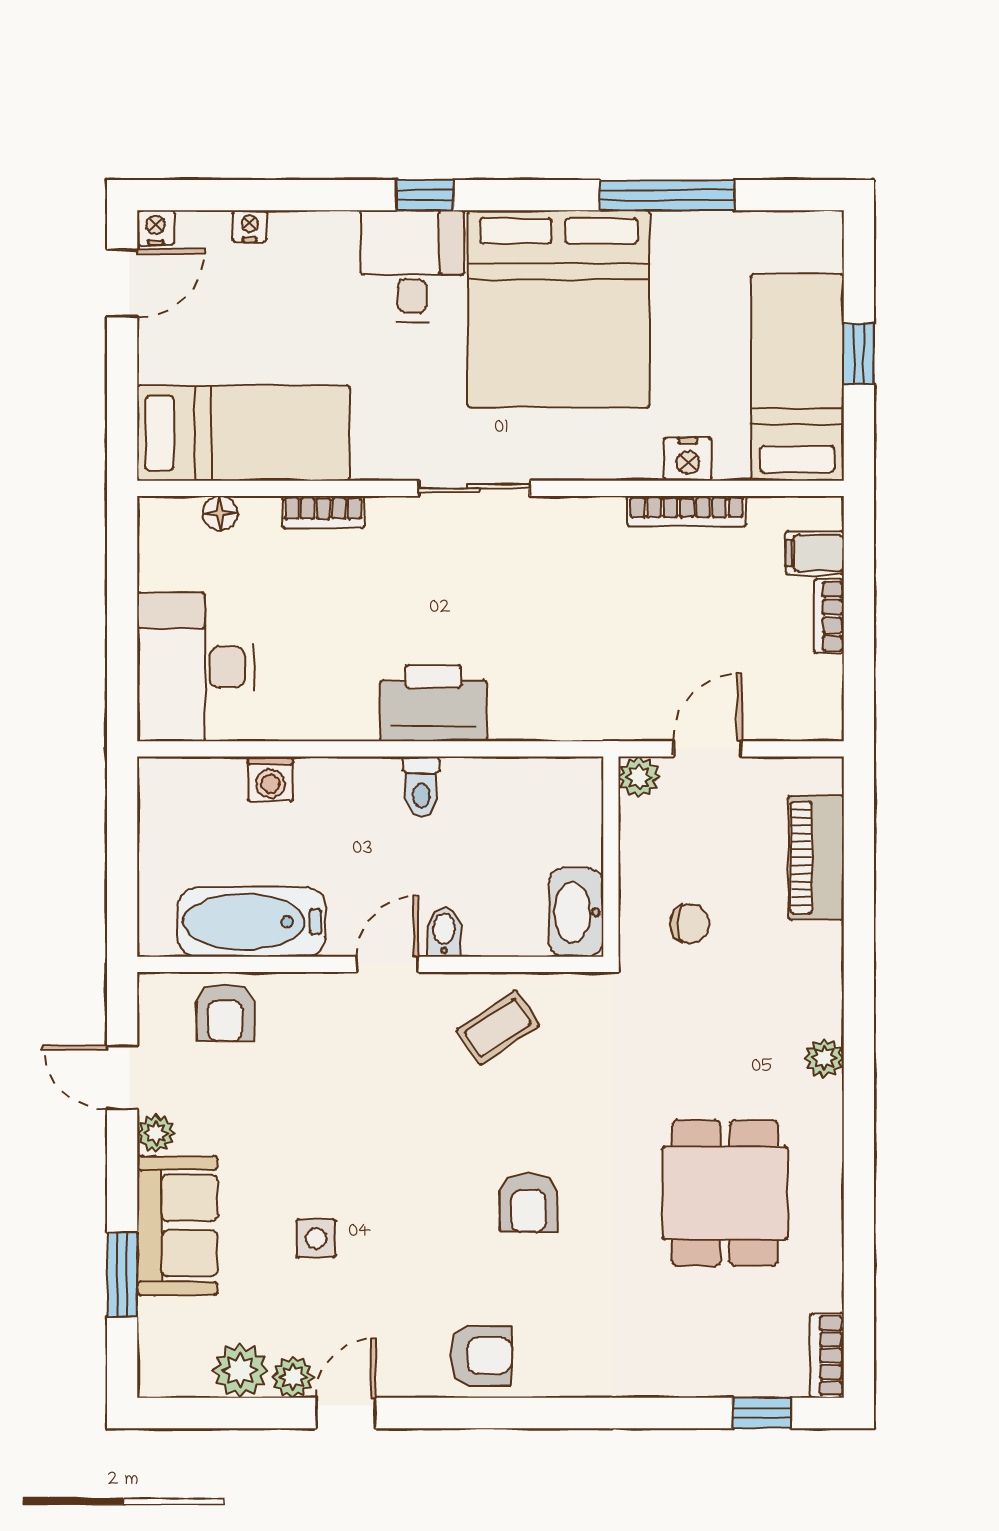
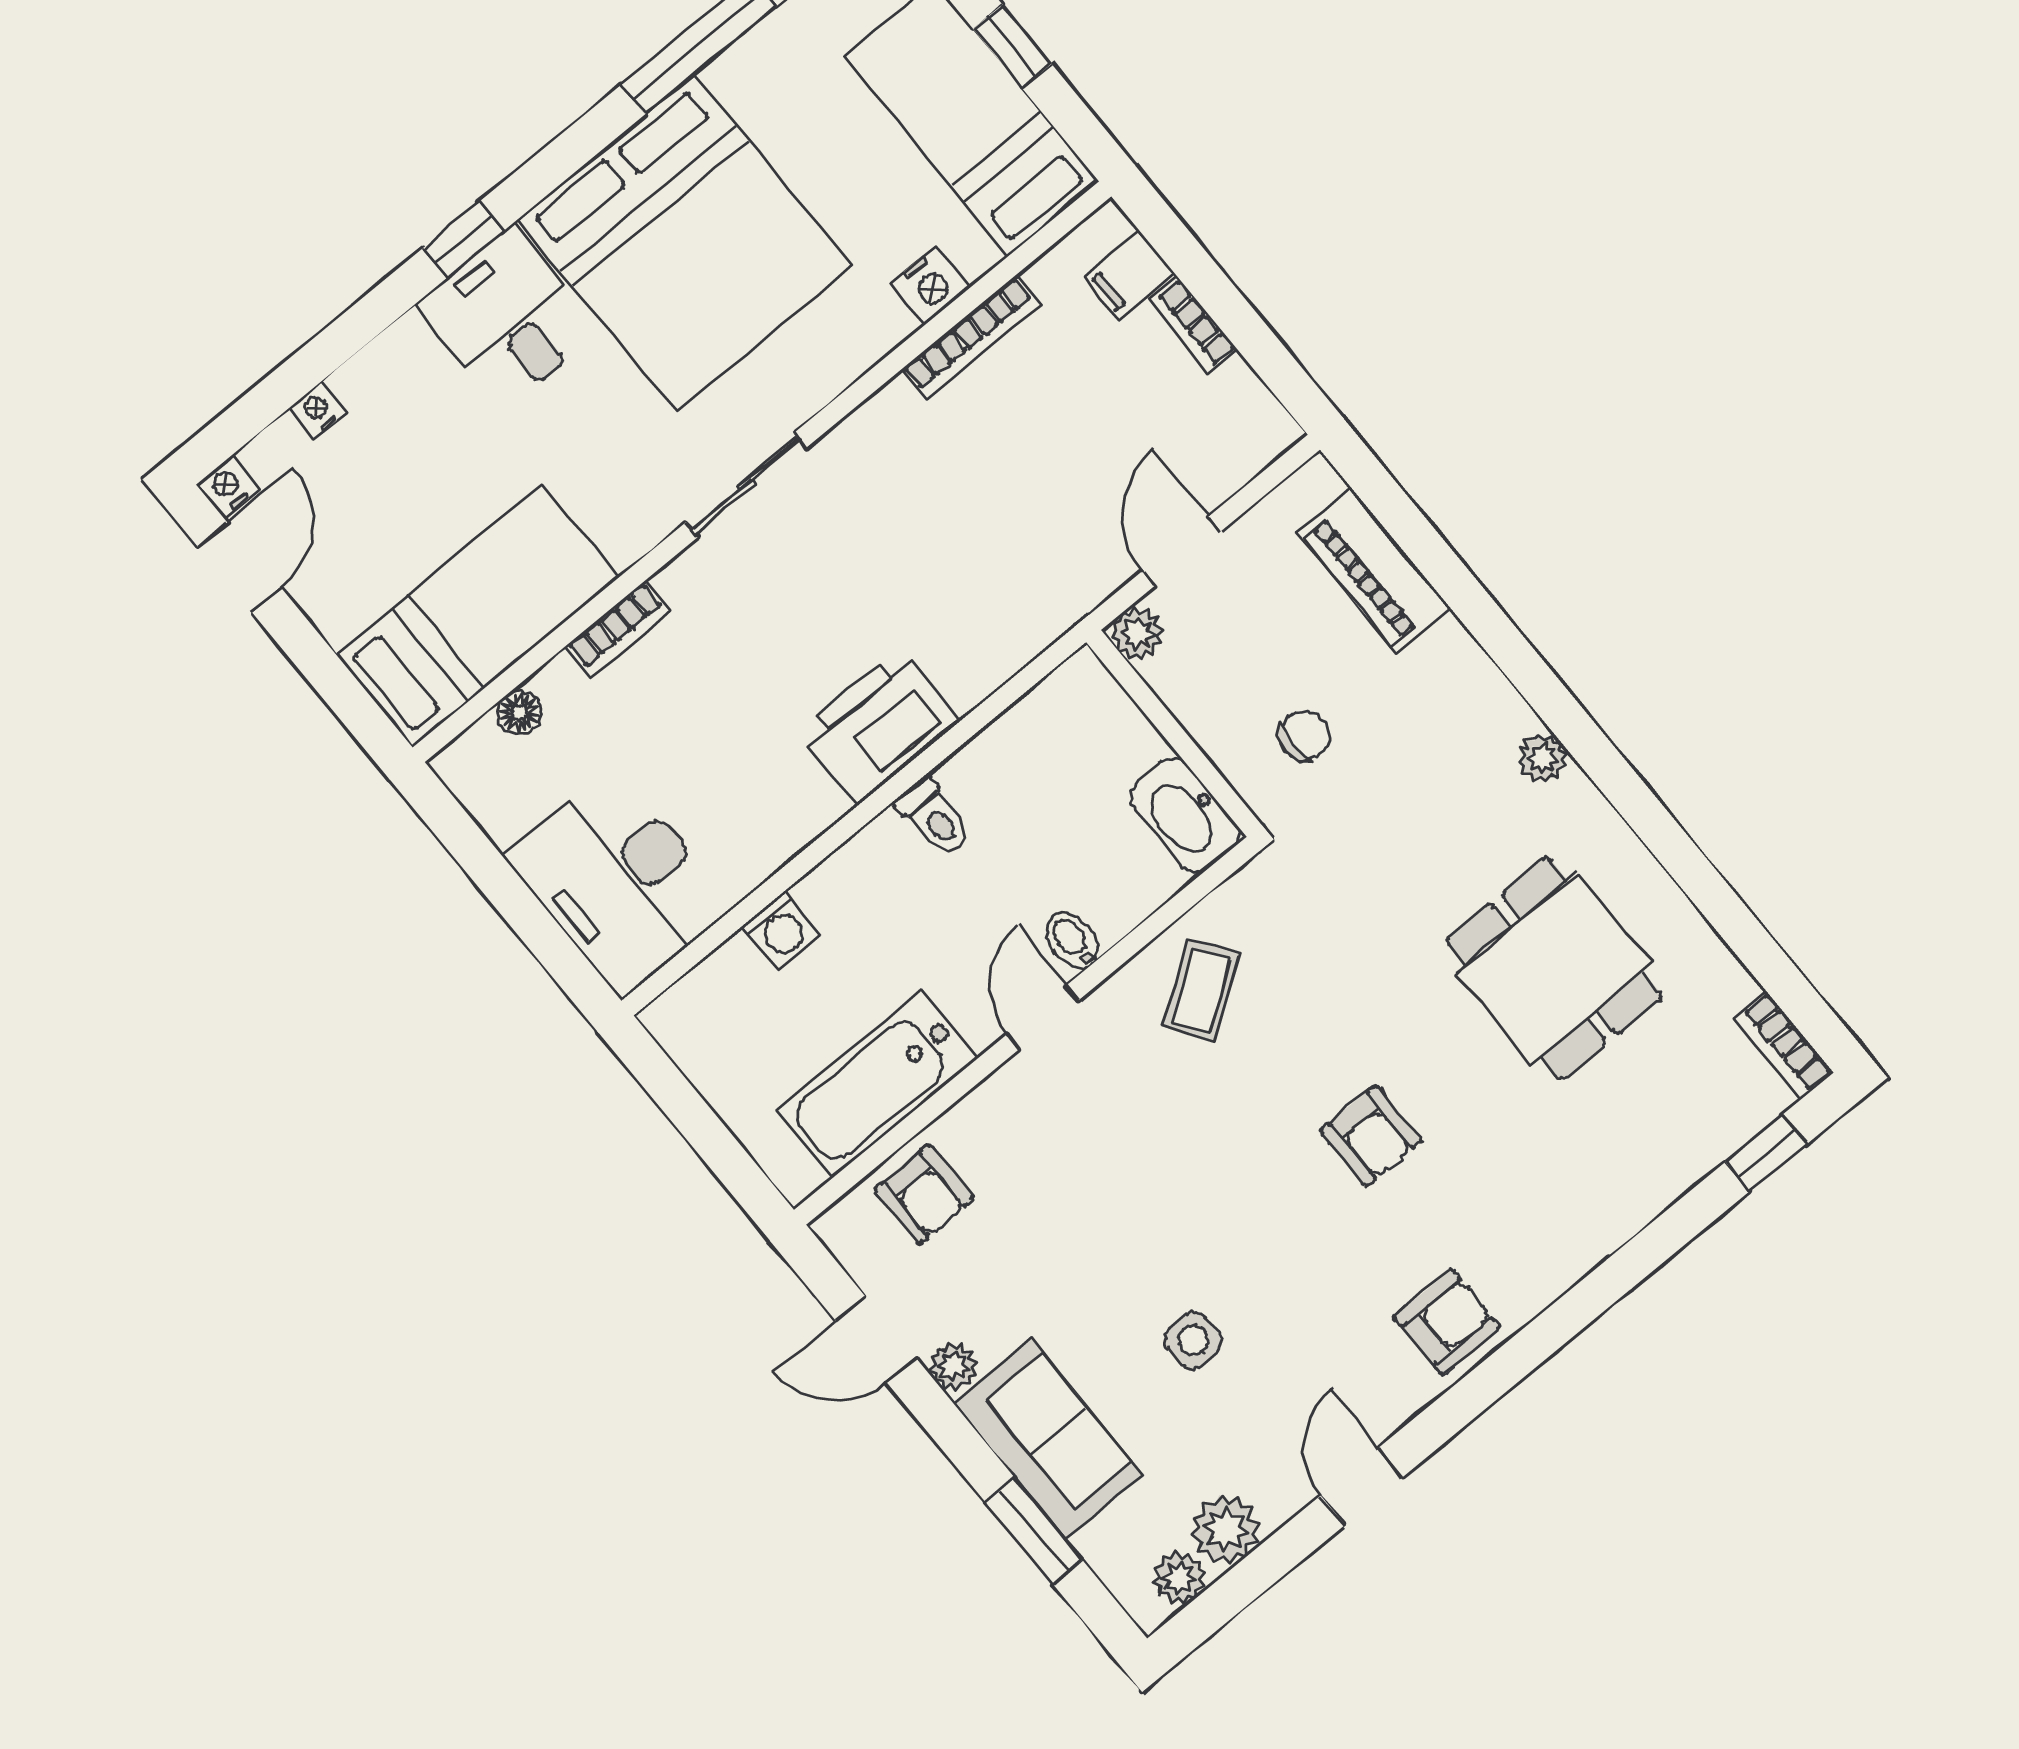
plant: (293, 1377) -> (1179, 1578), moved

